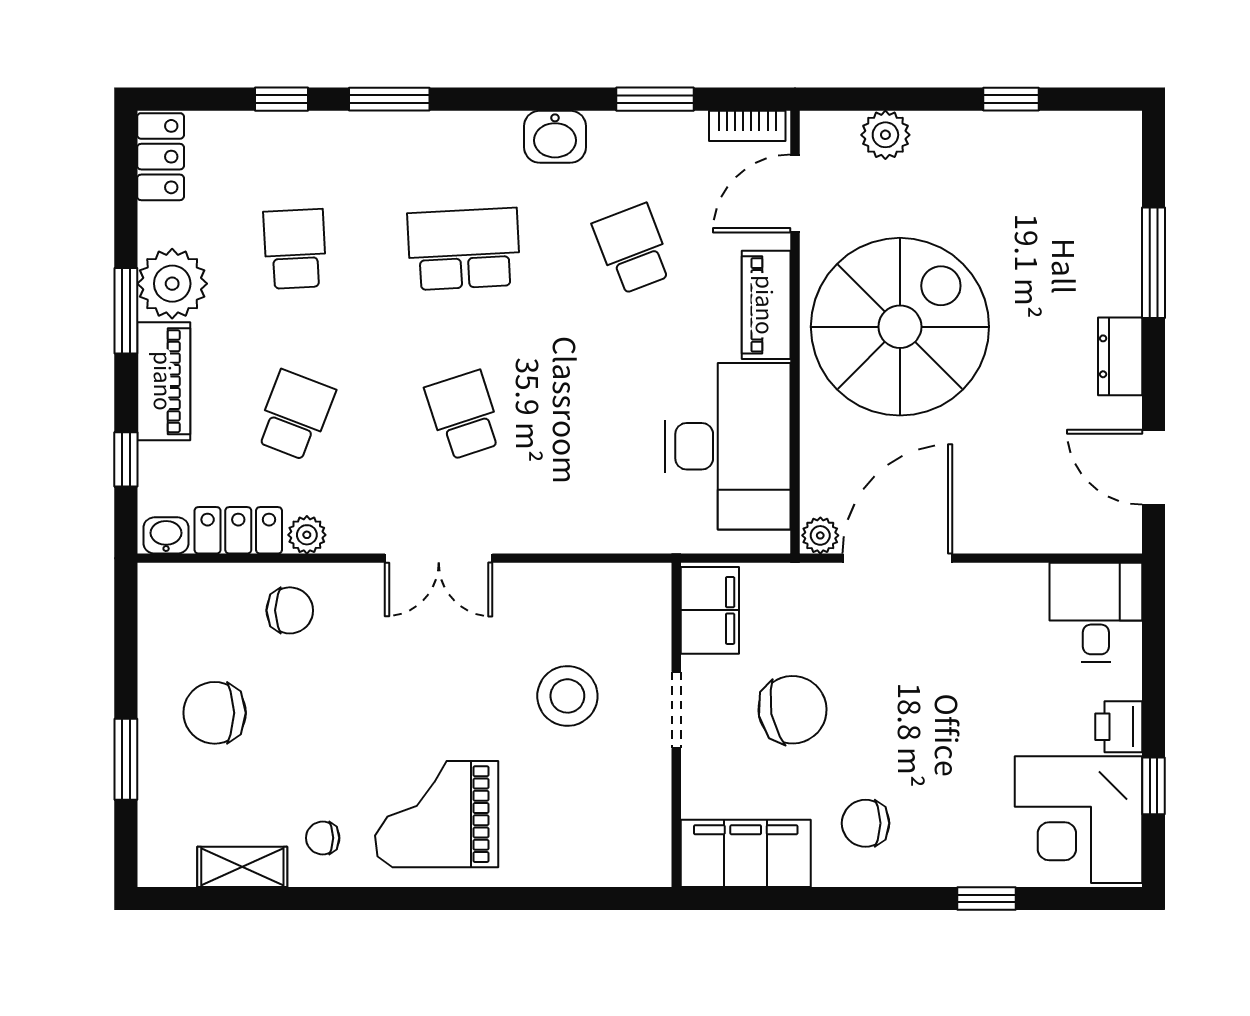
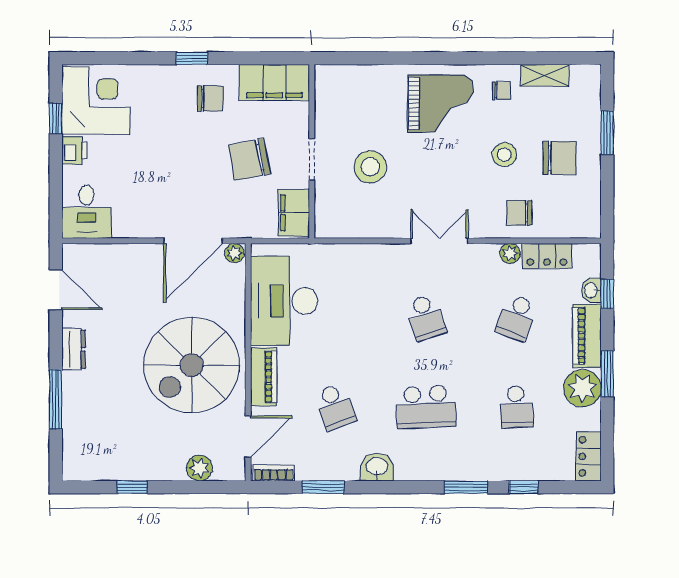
washbasin: (166, 535) -> (591, 290), moved, turned 90
stool: (317, 719) -> (504, 155), added
window: (987, 898) -> (192, 58), moved

